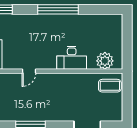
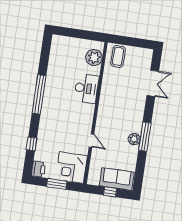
door: (29, 71) -> (91, 140), moved
plant: (26, 115) -> (134, 139), added

